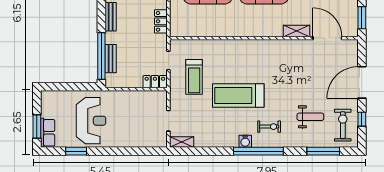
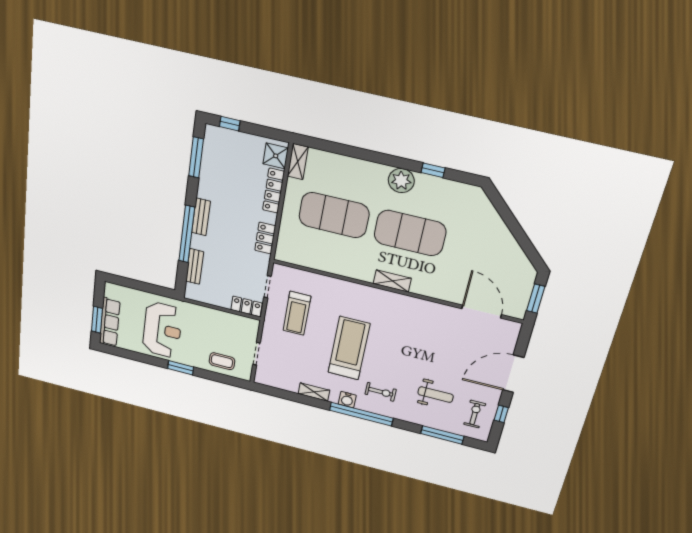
shelving: (296, 31) -> (392, 281), moved
window: (101, 56) -> (187, 234), moved
treadmill: (238, 95) -> (349, 348), turned 90
exercise bike: (343, 125) -> (475, 414), width x0.73, depth x0.72
row of seats: (48, 133) -> (110, 322), width x1.48
coffee table: (142, 135) -> (222, 361), added
shelving: (182, 142) -> (314, 392), moved
window: (76, 151) -> (181, 368), moved

